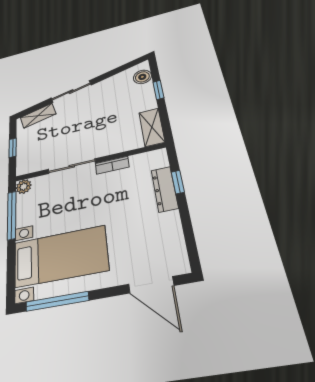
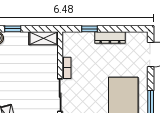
dresser: (165, 189) -> (110, 38), moved

